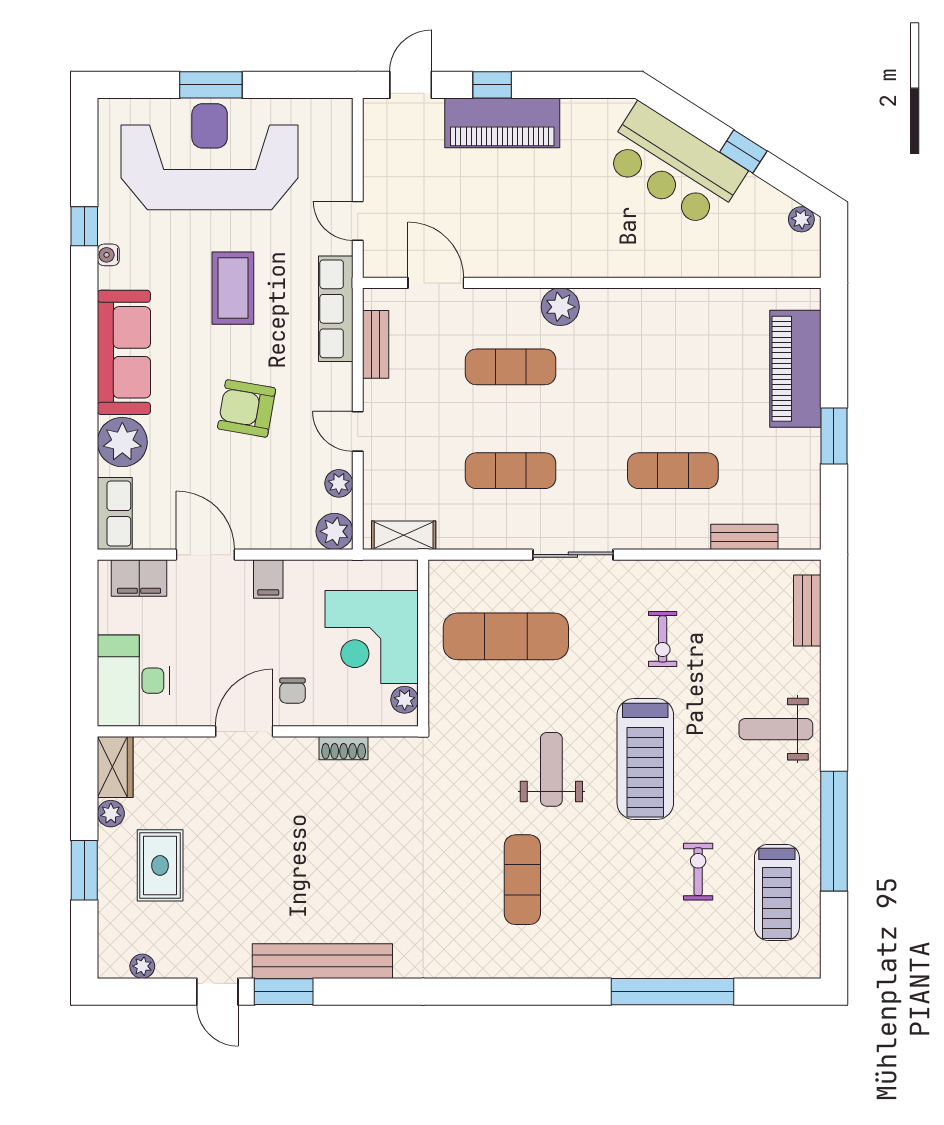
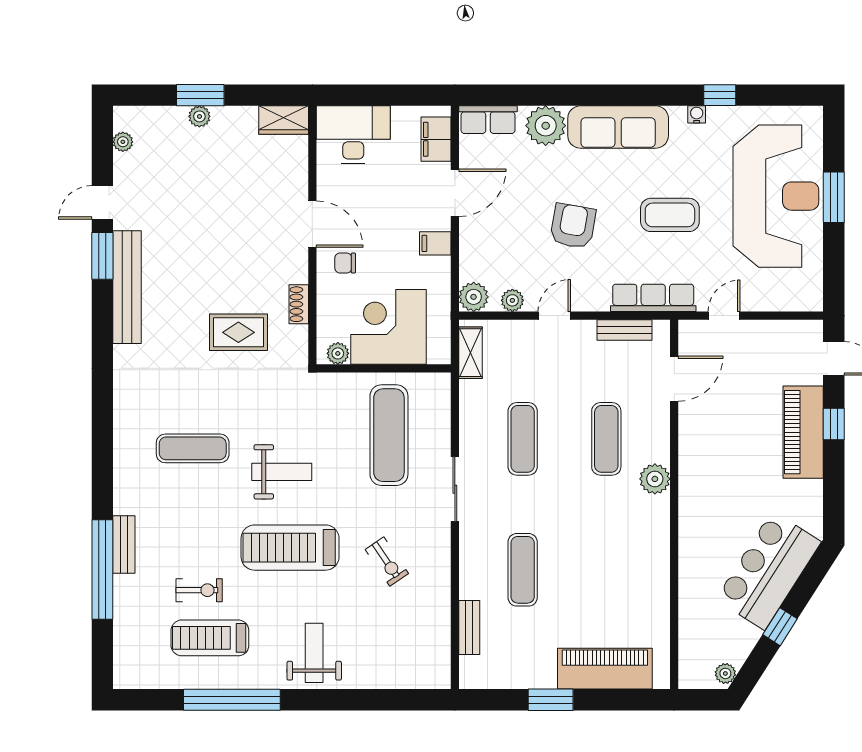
bench: (807, 610) -> (124, 544), moved, turned 90
exercise bike: (663, 639) -> (387, 562), turned -124
plant: (111, 814) -> (199, 116), moved
rug: (160, 865) -> (238, 332), moved
treadmill: (777, 892) -> (210, 638), moved

